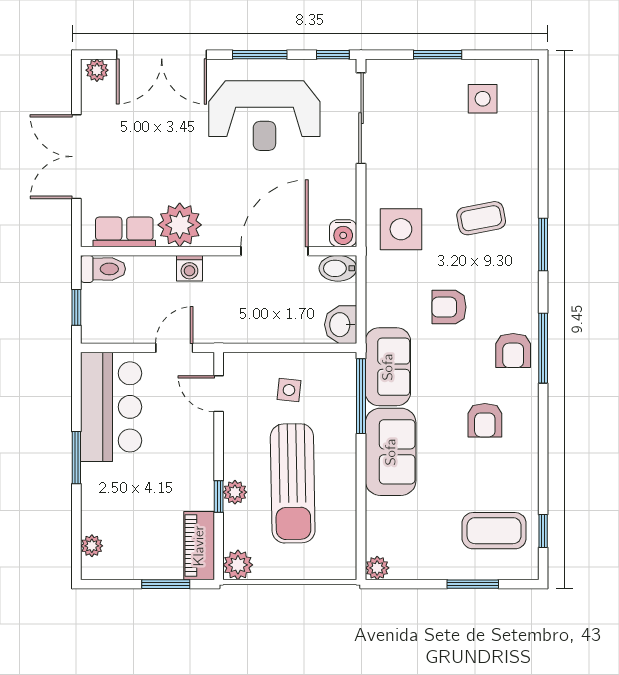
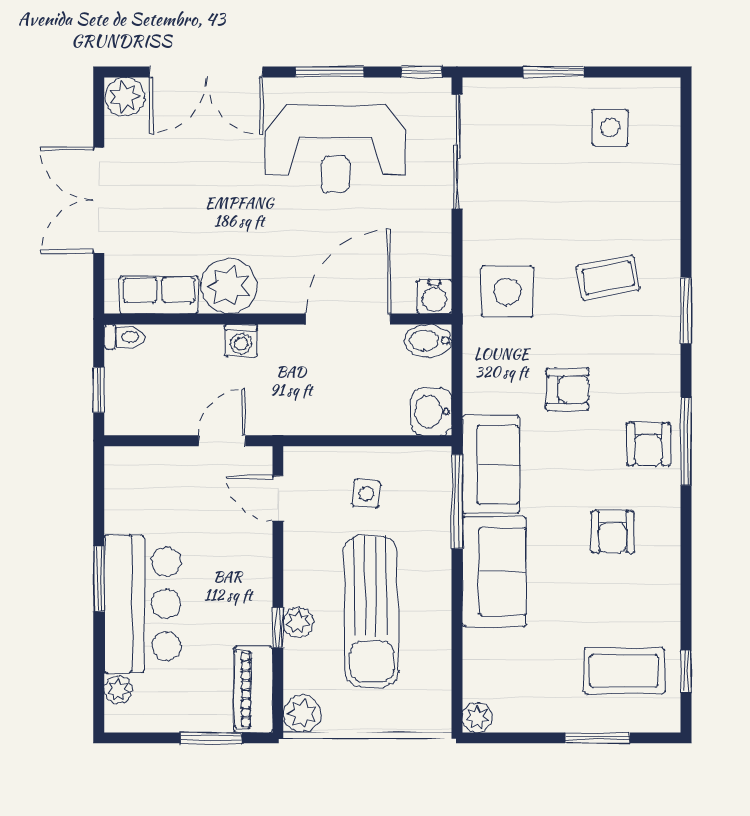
plant: (97, 70) -> (125, 97), width x1.38, depth x1.38
toilet: (103, 269) -> (125, 337), width x0.73, depth x0.72
armchair: (449, 307) -> (568, 389), turned 180
bar counter: (111, 407) -> (143, 604), moved

